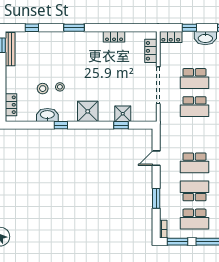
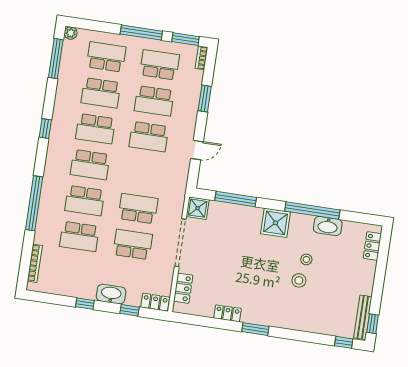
window: (32, 28) -> (344, 342), moved
window: (74, 28) -> (255, 329), moved
stool: (43, 89) -> (299, 280), moved
shower: (123, 114) -> (198, 208), moved
window: (61, 125) -> (312, 210), width x3.17
window: (121, 125) -> (236, 199), width x2.17
school desk: (194, 163) -> (149, 137), turned 180

